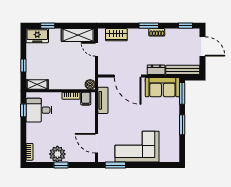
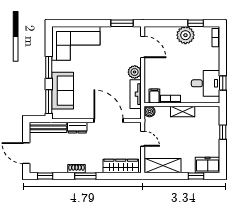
wardrobe: (116, 35) -> (121, 166), width x1.50
door: (96, 49) -> (143, 139), moved
shelving: (37, 84) -> (183, 111), moved
sofa: (162, 87) -> (63, 91), moved, turned 90
plant: (104, 120) -> (135, 72), added
corner sofa: (137, 147) -> (76, 43), moved
window: (61, 165) -> (196, 23), moved

